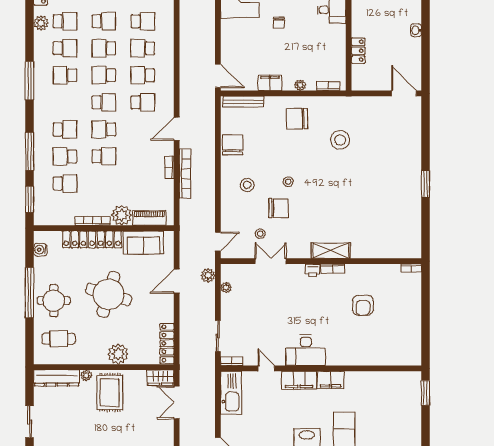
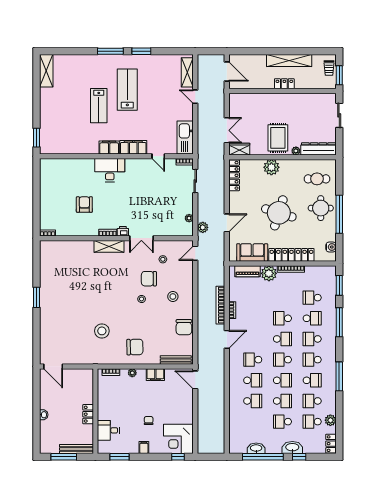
school desk: (143, 21) -> (312, 360), moved
locker: (358, 51) -> (88, 414), moved
double door: (271, 261) -> (141, 238), moved
desk: (306, 350) -> (110, 170), moved

